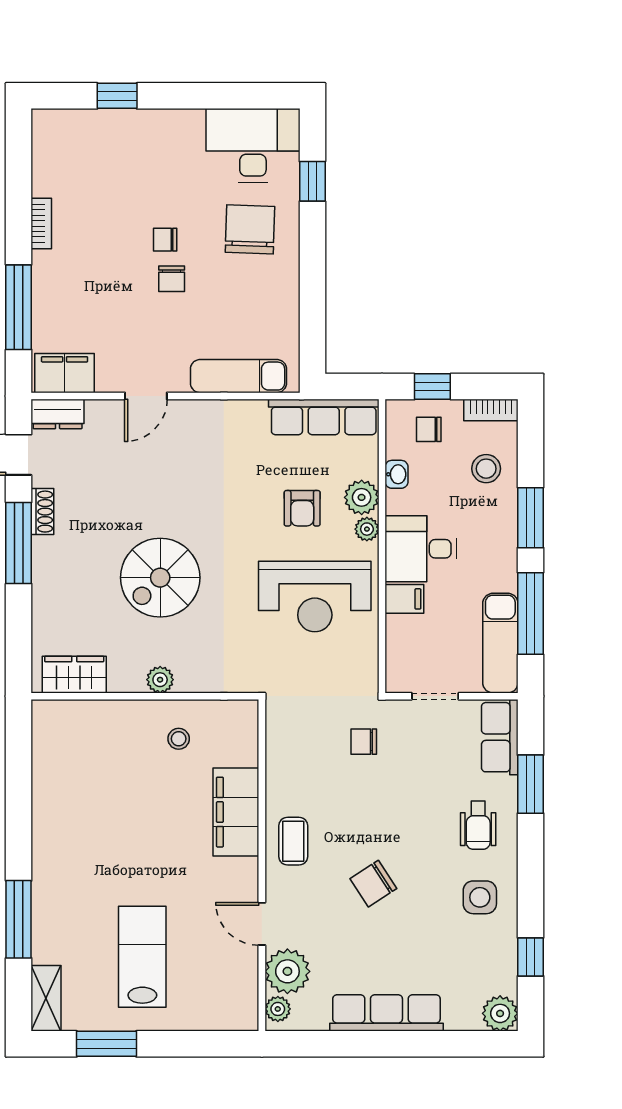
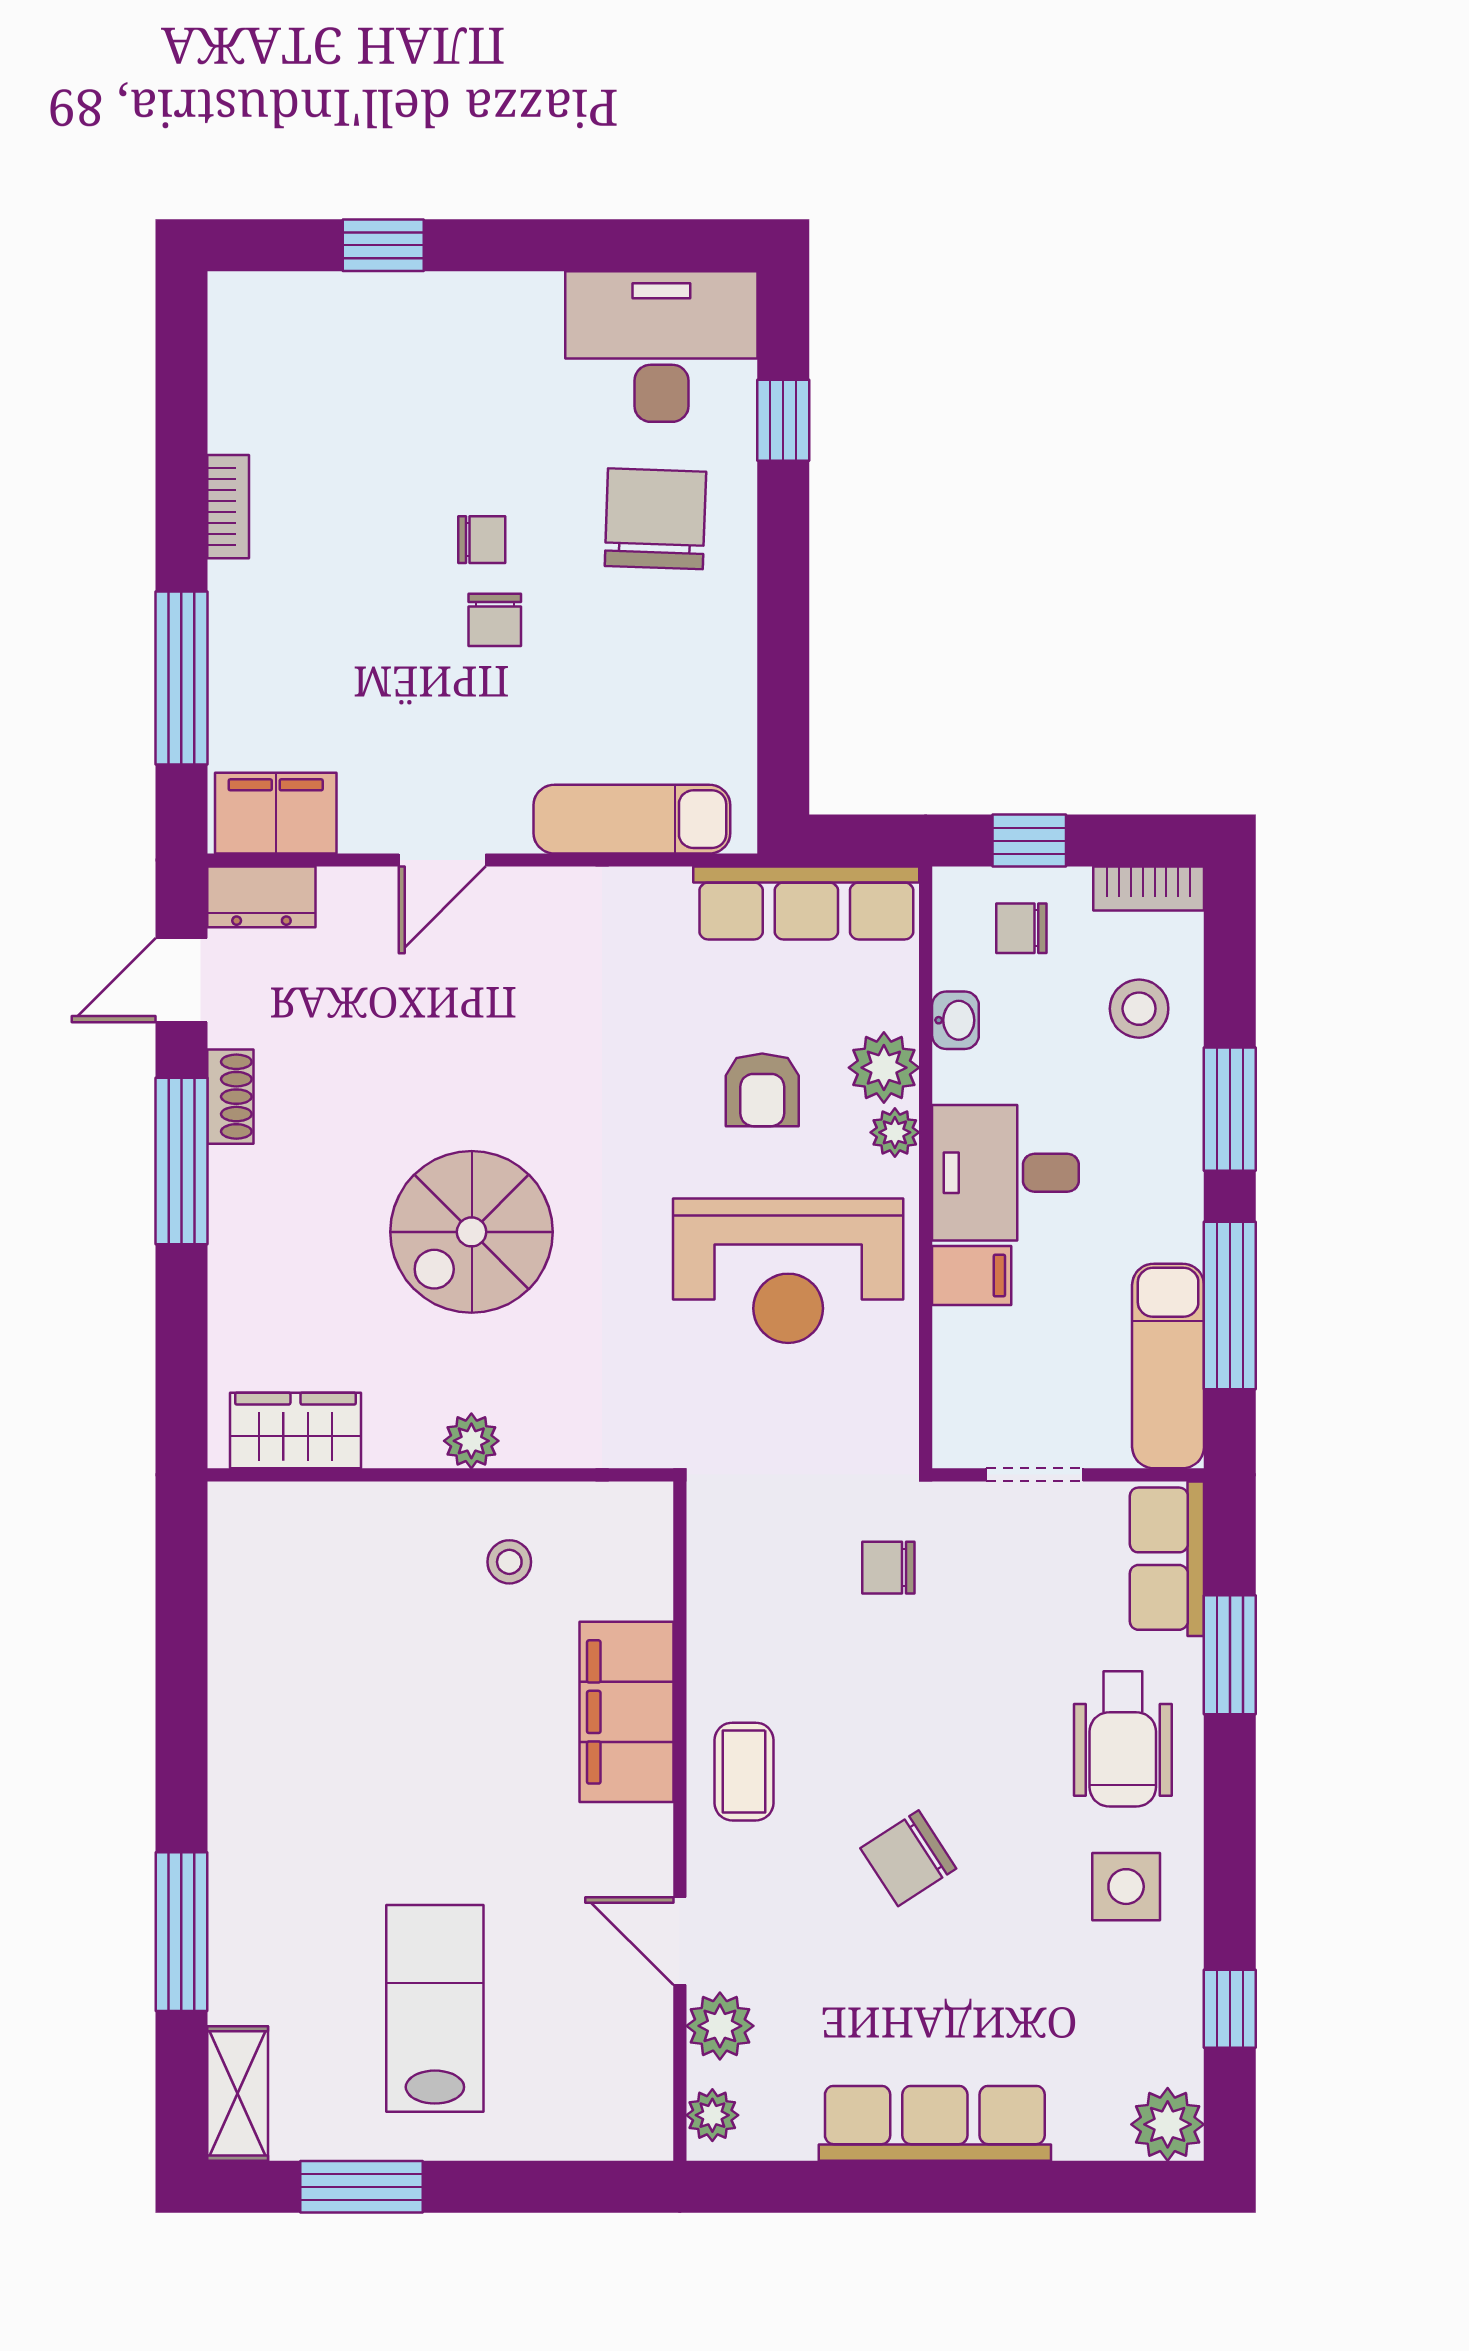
chair: (165, 240) -> (482, 540), turned 180
wheelchair: (478, 825) -> (1123, 1739), width x1.36, depth x1.37
plant: (287, 971) -> (720, 2026), width x0.73, depth x0.73

